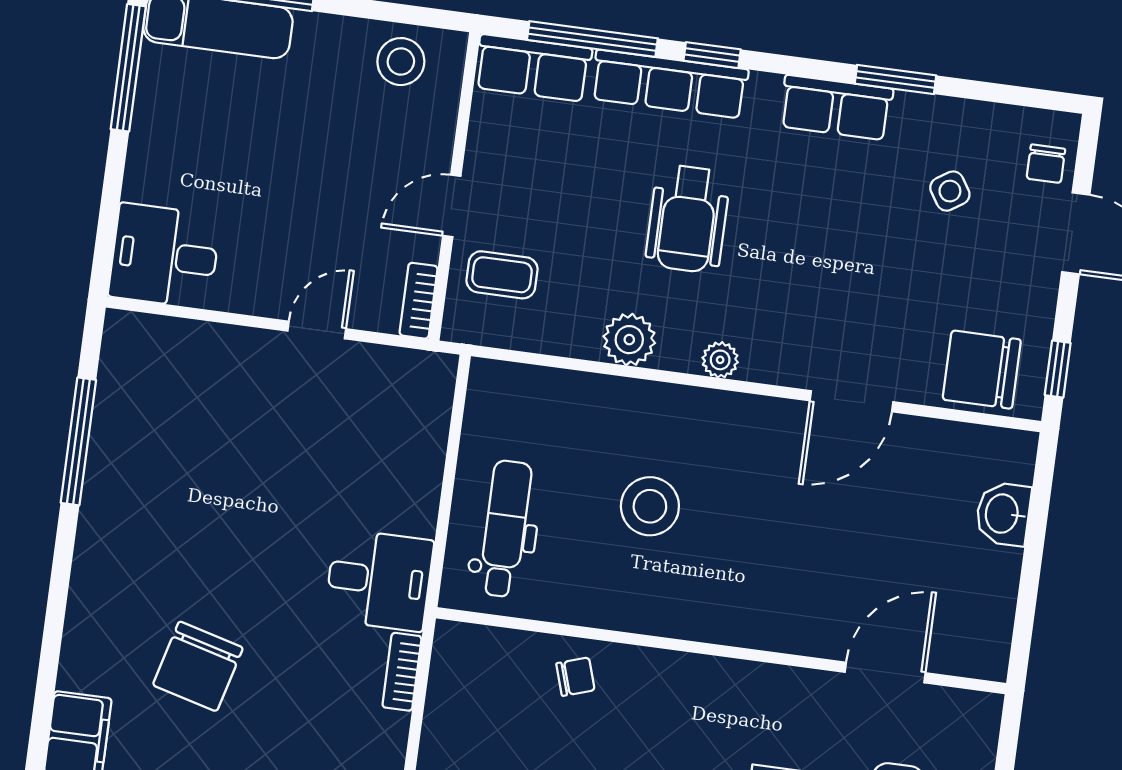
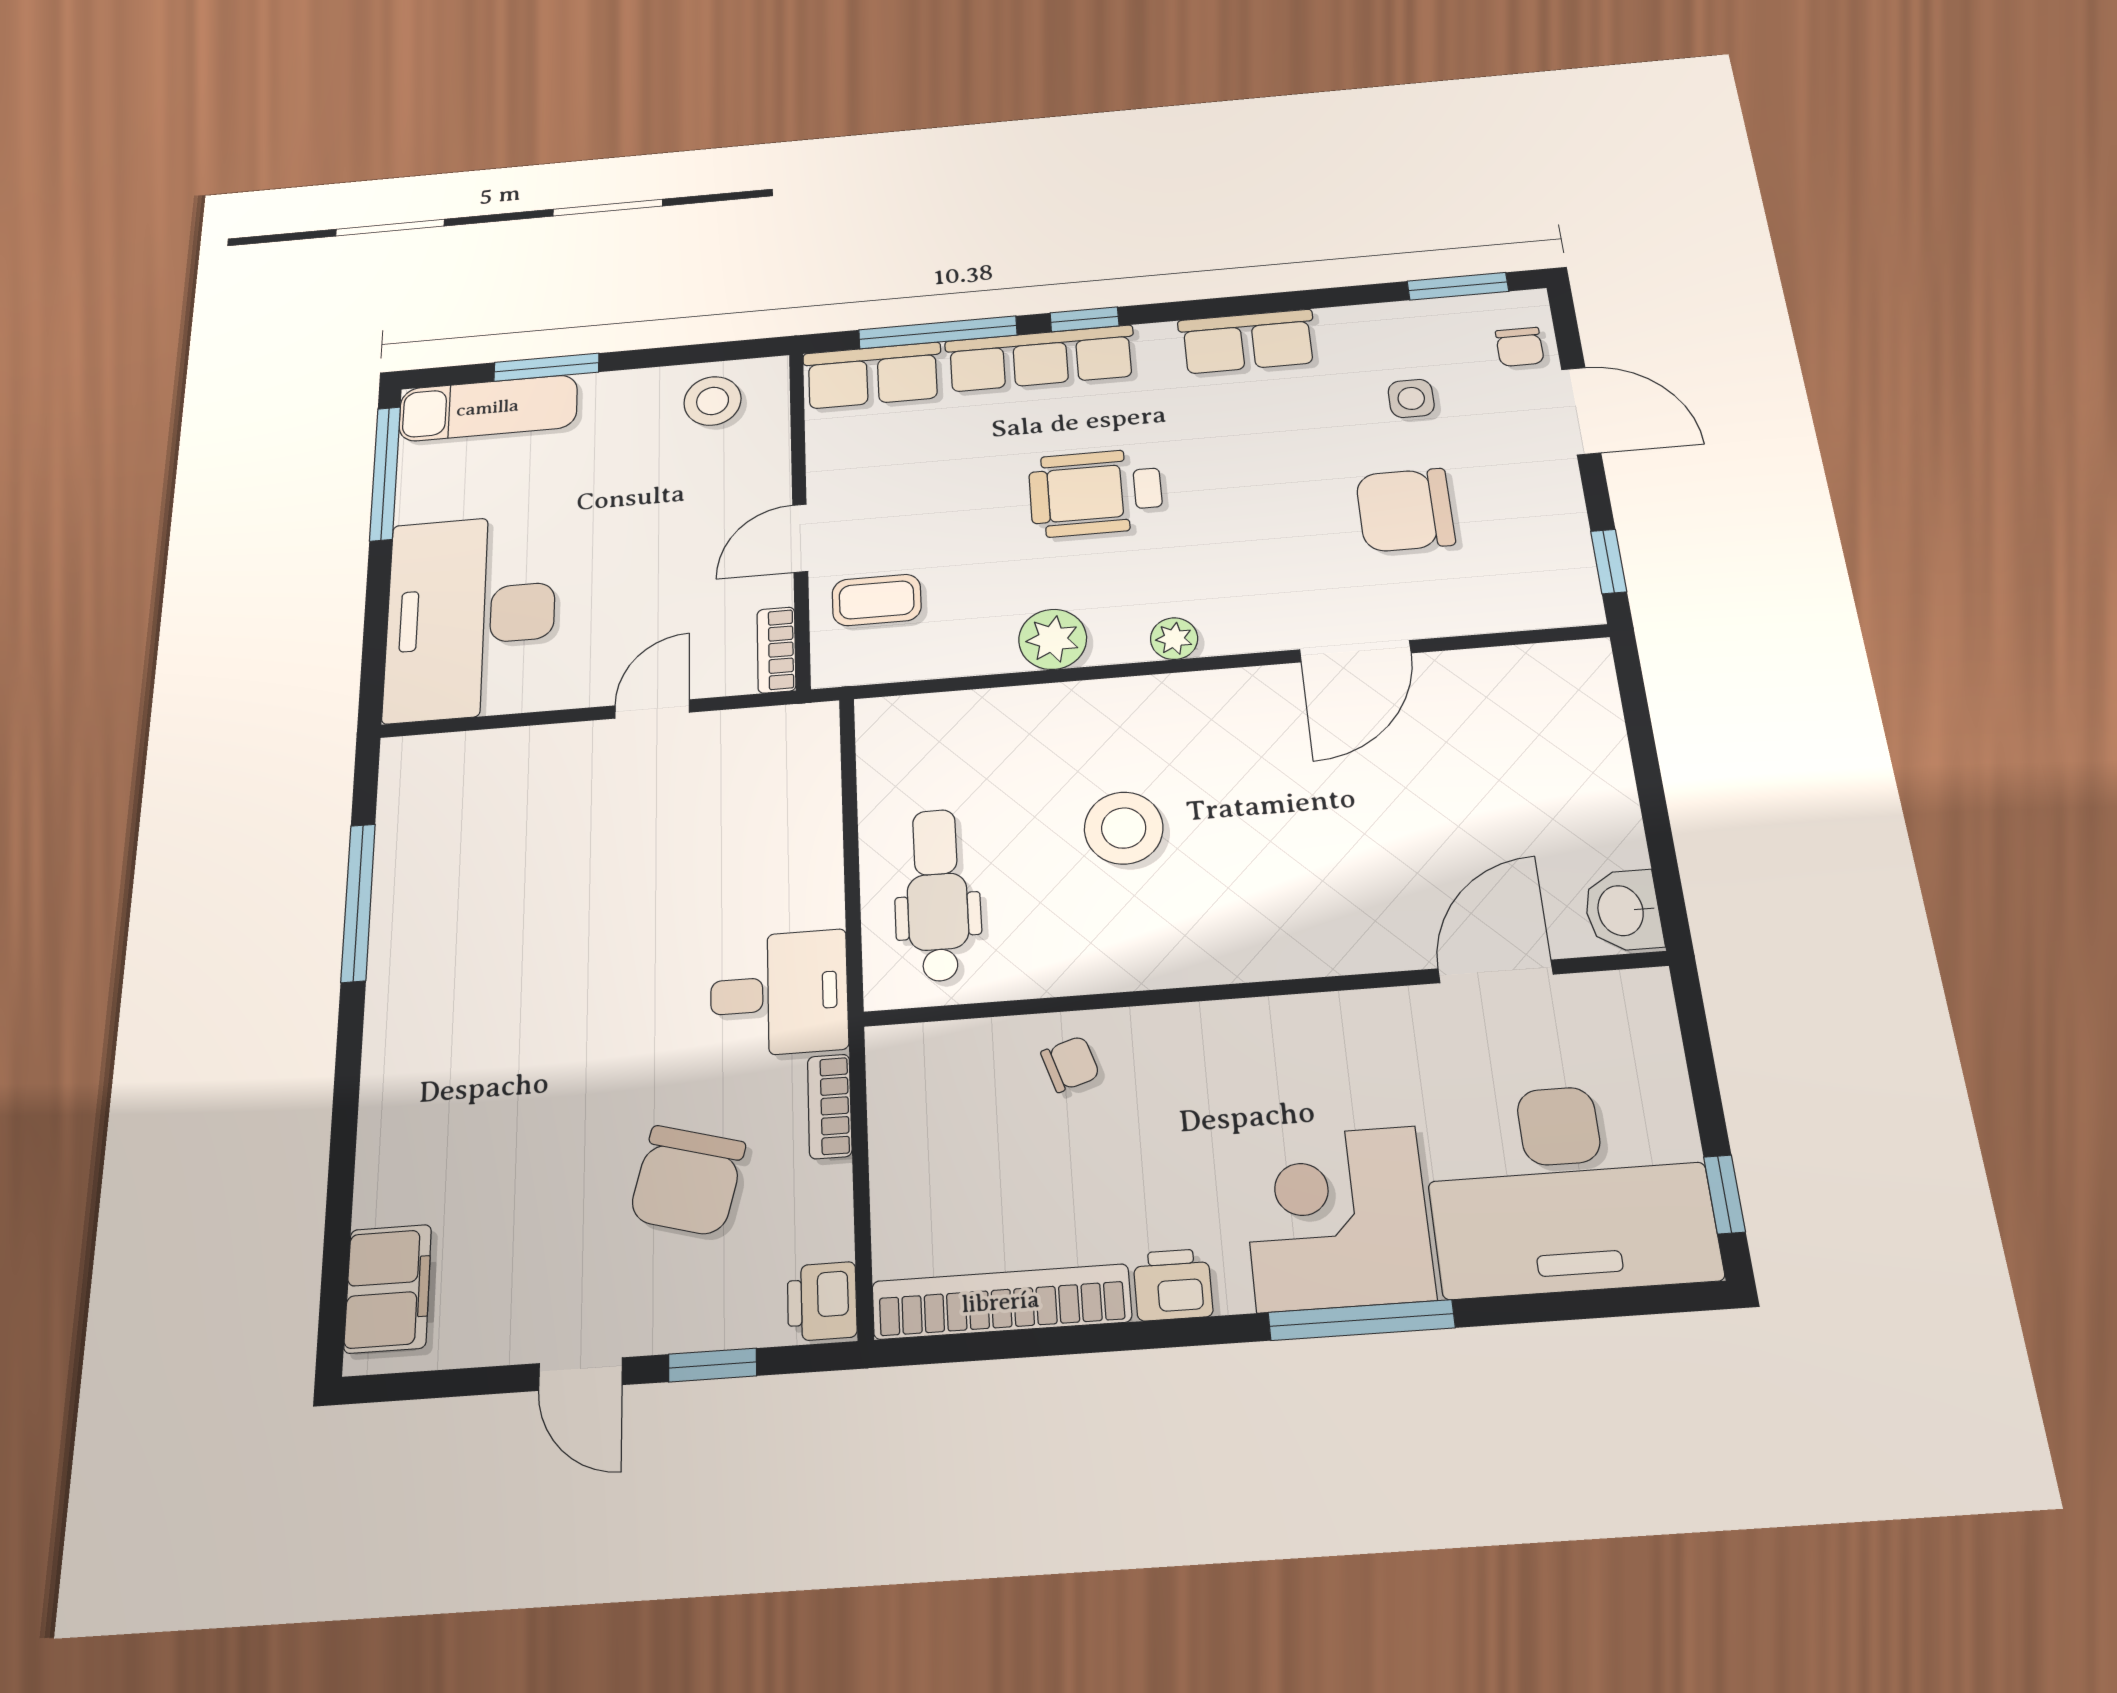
window: (895, 79) -> (1458, 286), moved
side table: (950, 191) -> (1411, 398), turned 33
wheelchair: (688, 219) -> (1096, 493), turned 90
desk: (164, 256) -> (471, 617), width x1.87, depth x1.30
chair: (982, 370) -> (1405, 510), moved
washbasin: (1003, 514) -> (1623, 910), moved
chair: (198, 666) -> (687, 1181), moved

